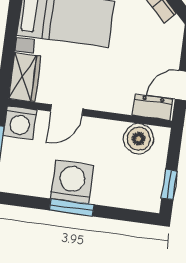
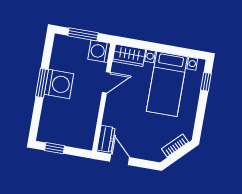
door: (67, 110) -> (106, 82), swing flipped
boiler: (139, 139) -> (86, 129), removed

